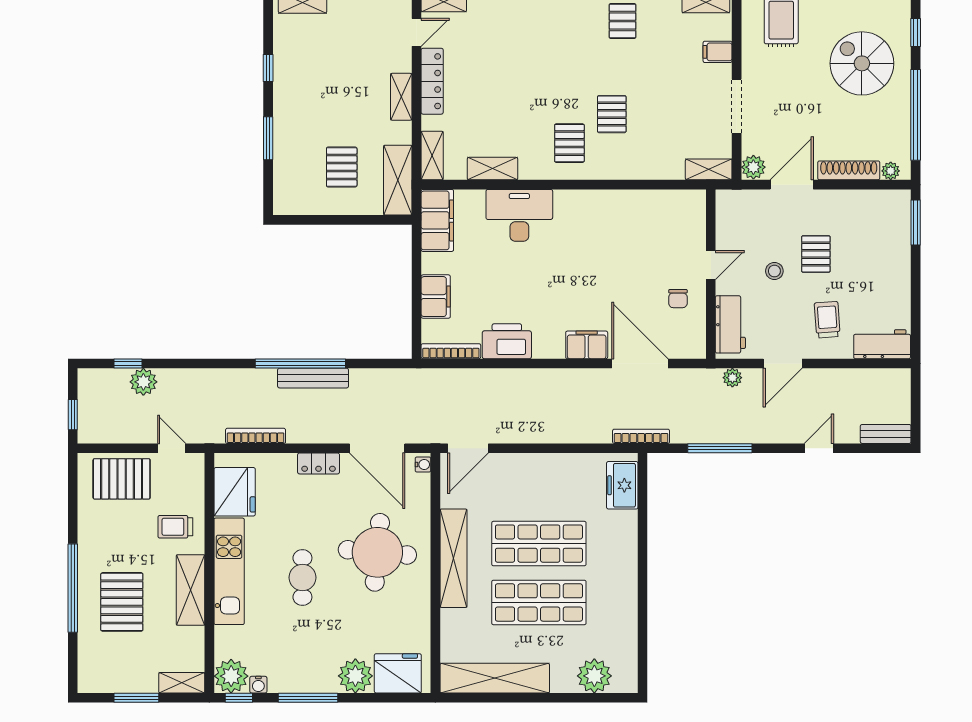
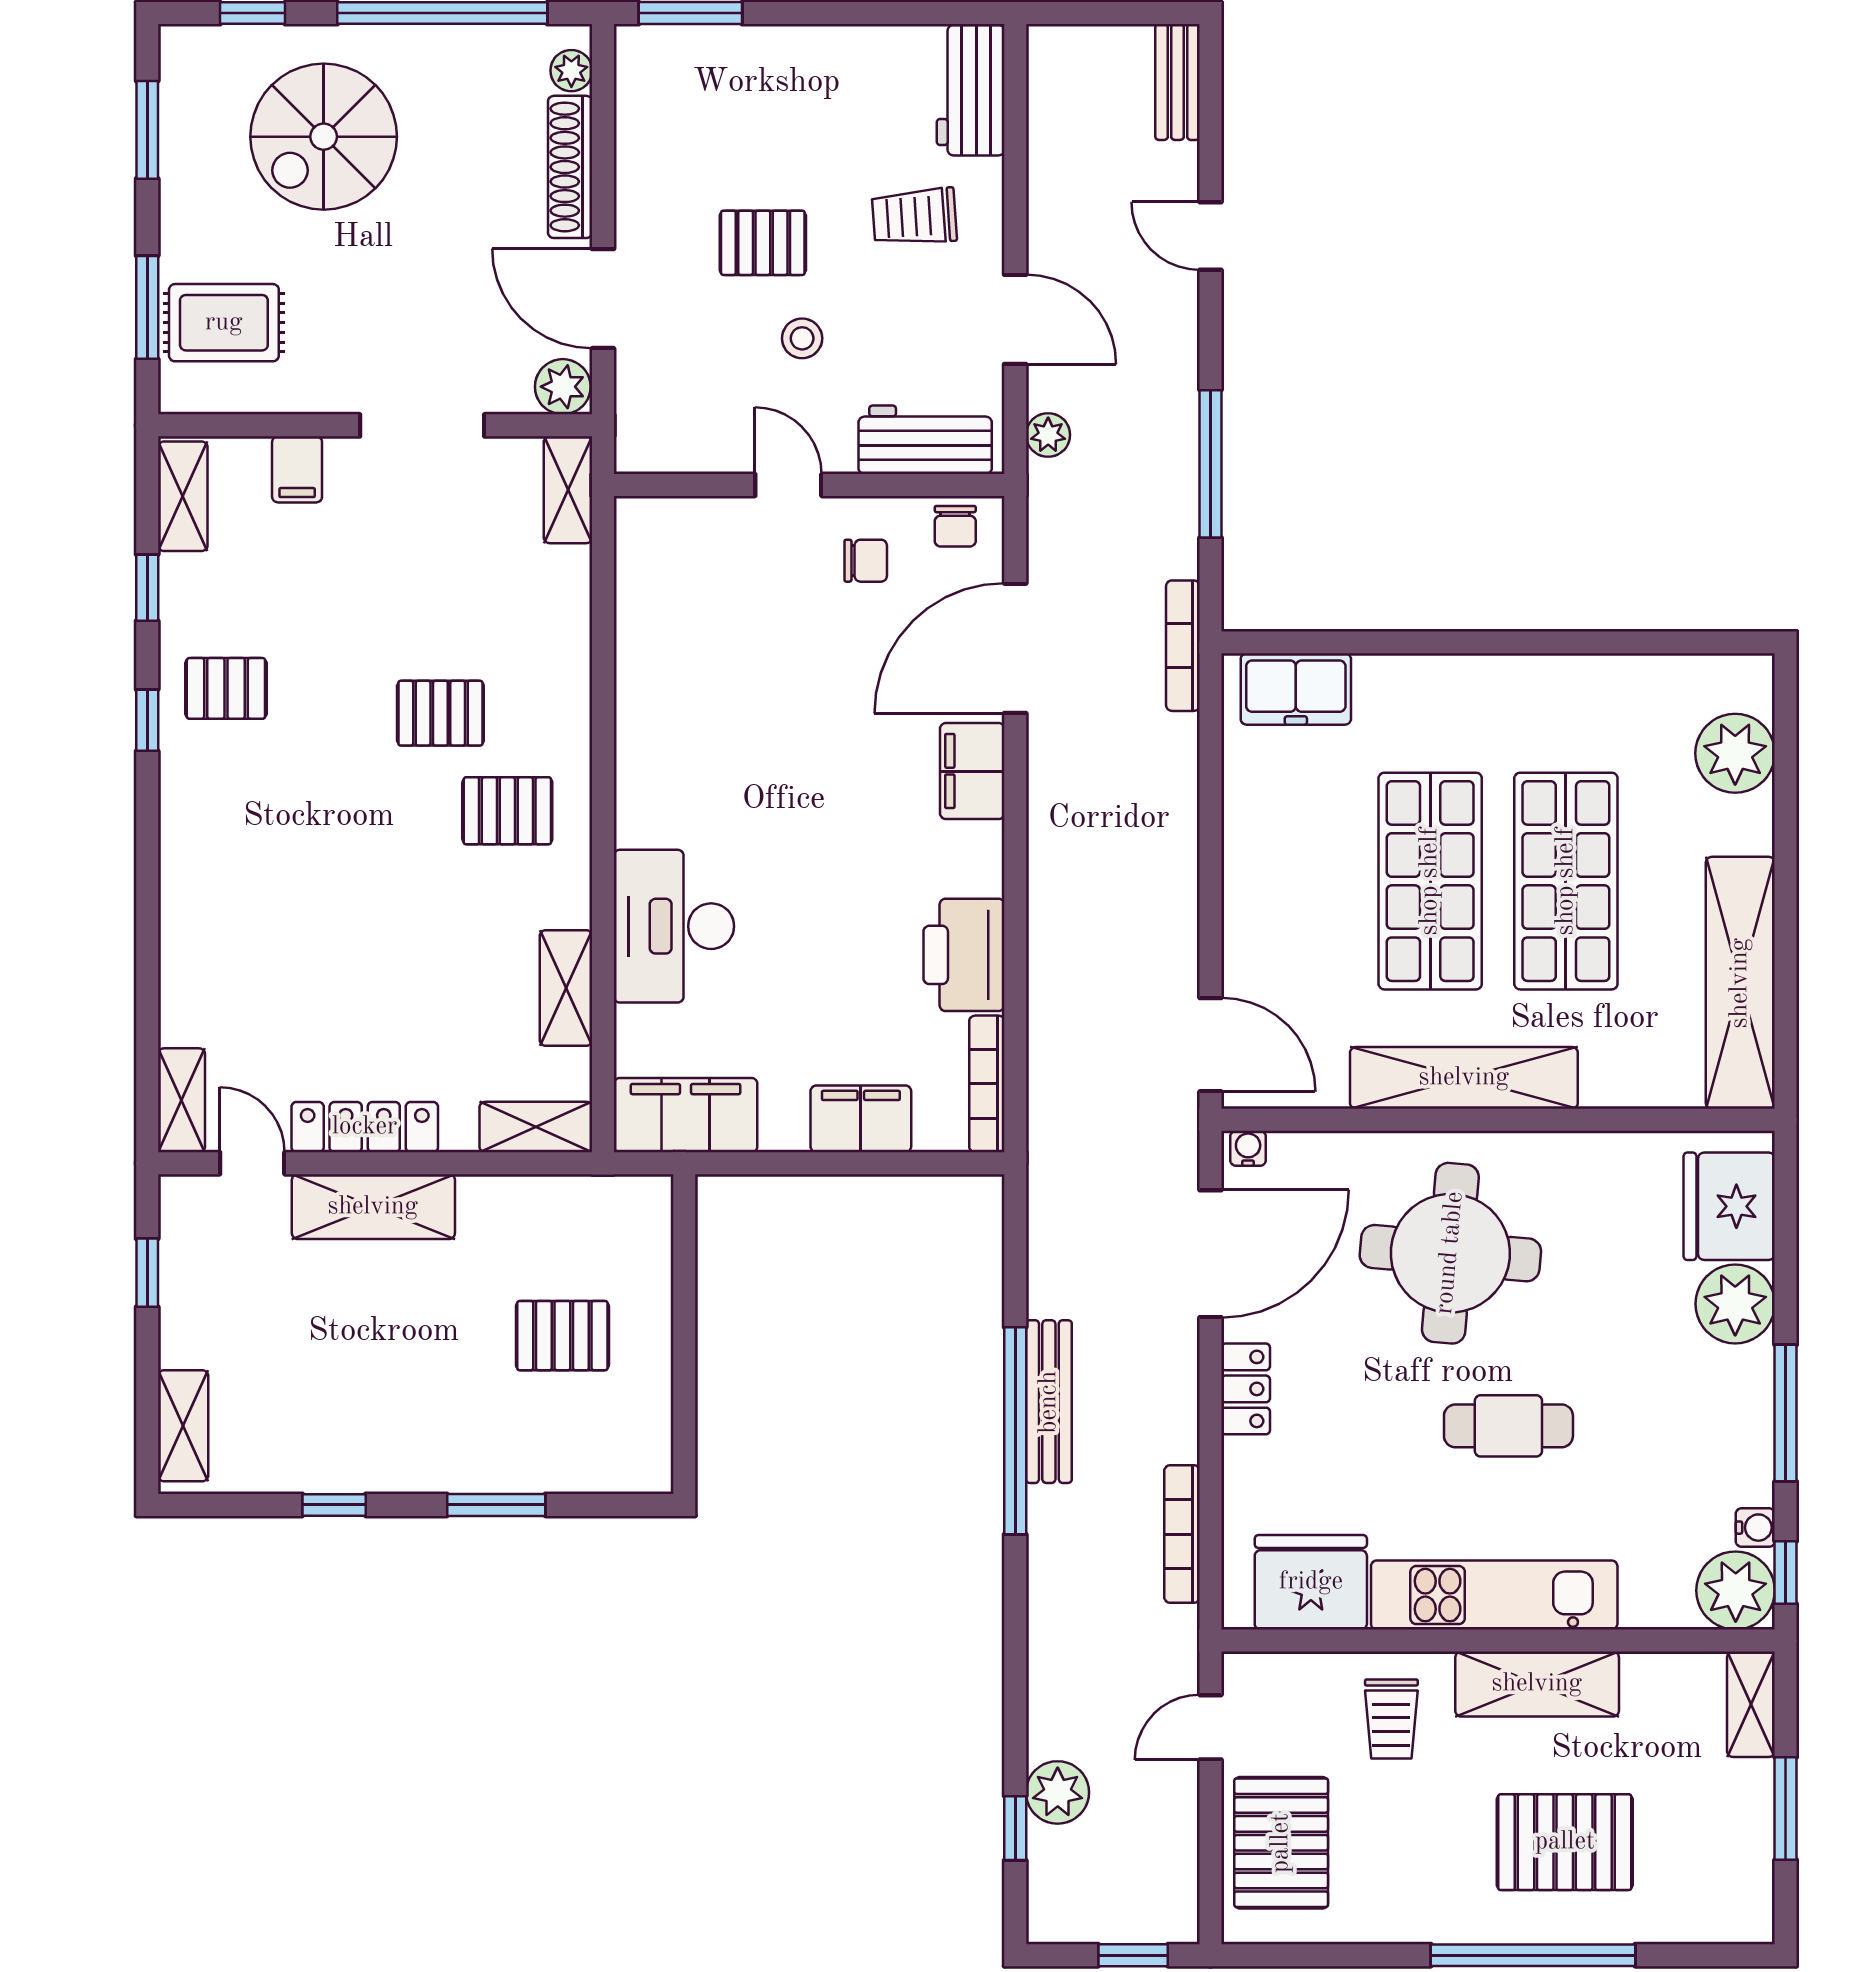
shelving: (401, 97) -> (373, 1207), width x1.50, depth x1.33
shelving: (398, 180) -> (593, 1206), removed
chair: (693, 337) -> (955, 526), added

